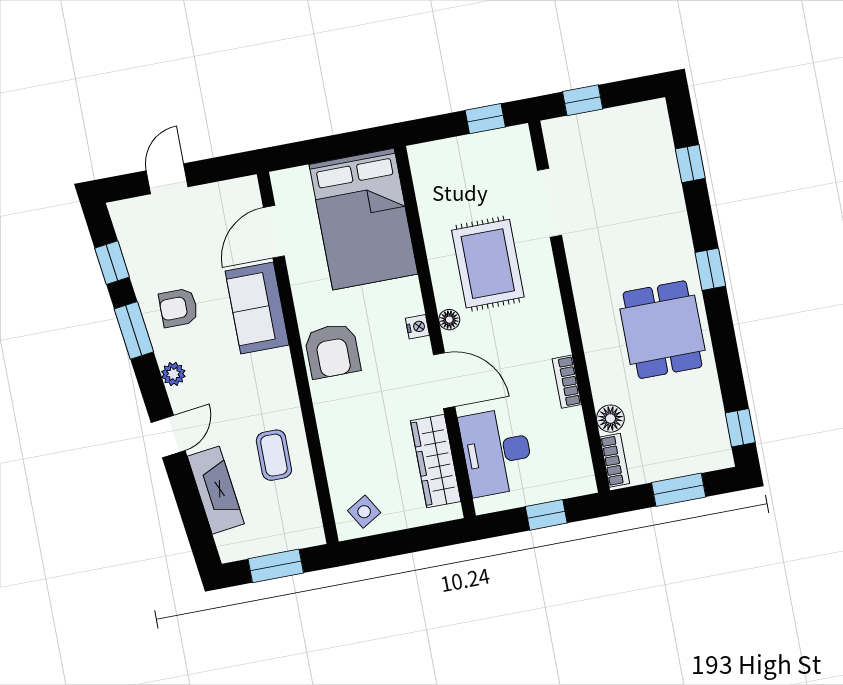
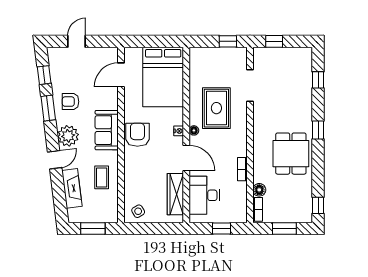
sofa: (257, 308) -> (107, 130), moved
armchair: (332, 351) -> (137, 135), turned 180
plant: (173, 374) -> (68, 136), width x1.88, depth x1.88

